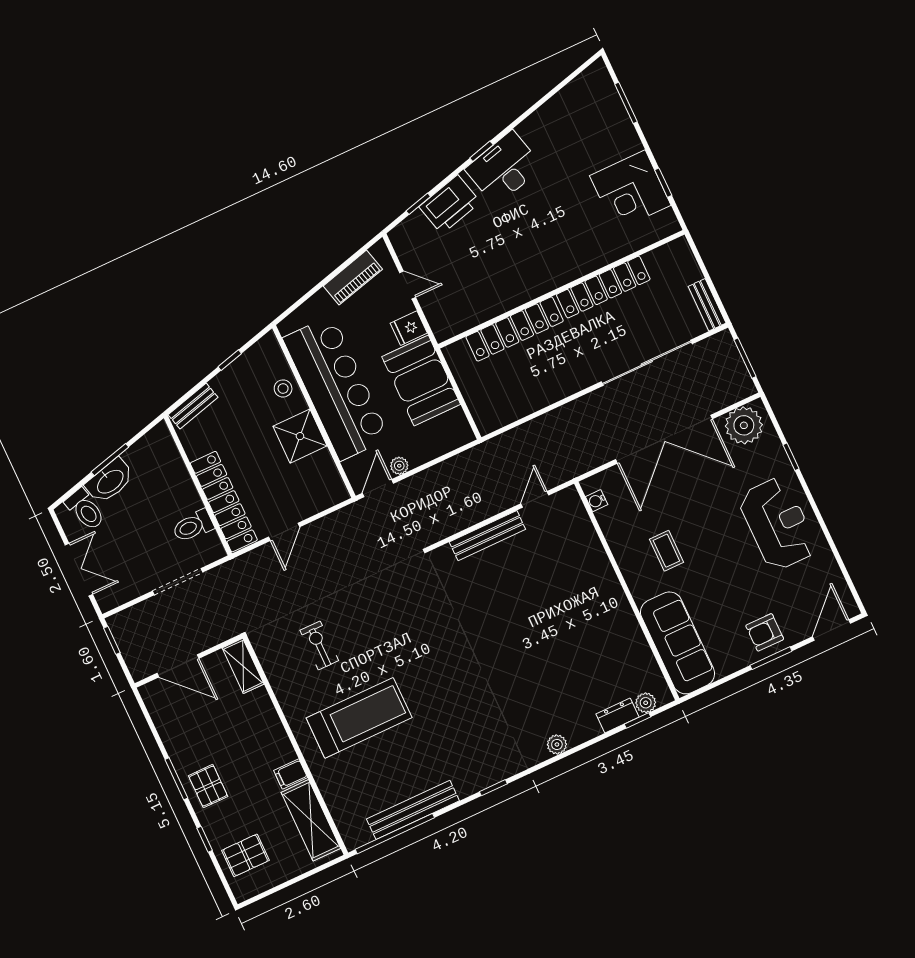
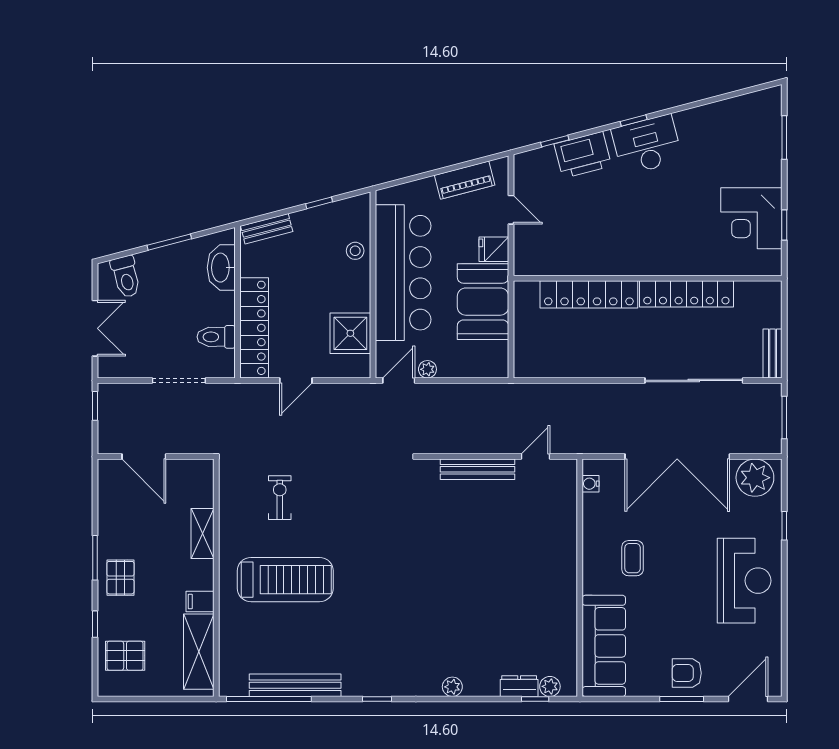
shower: (300, 436) -> (350, 333), moved
washbasin: (110, 481) -> (221, 268), moved, turned 105
shelving: (243, 666) -> (203, 534), moved

